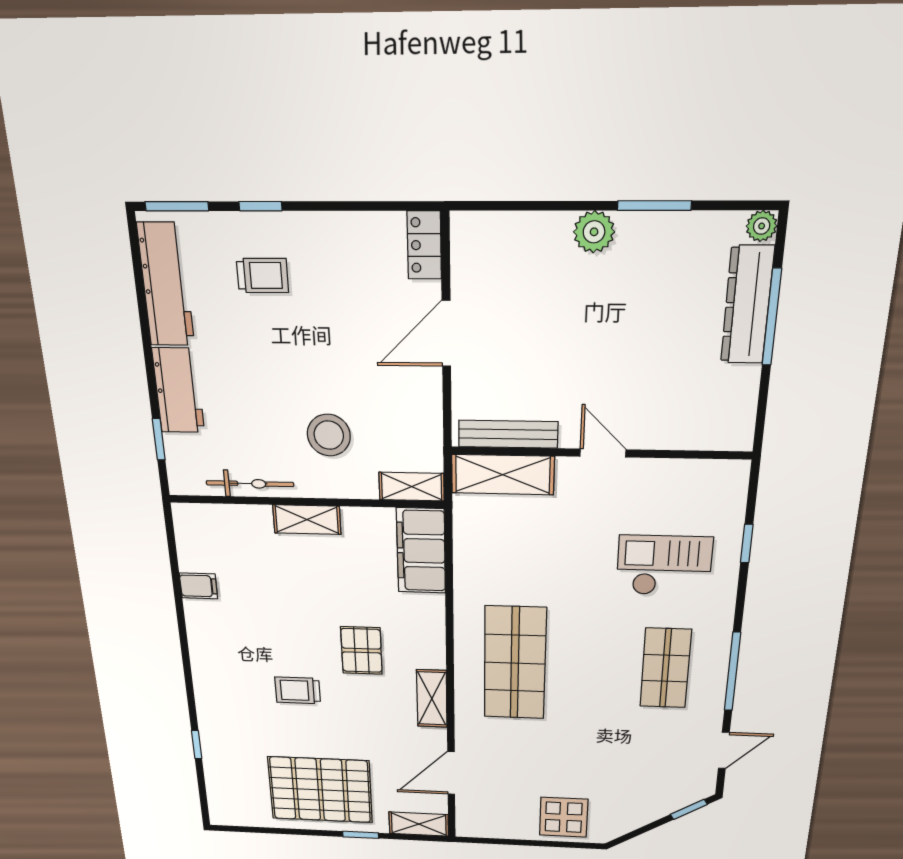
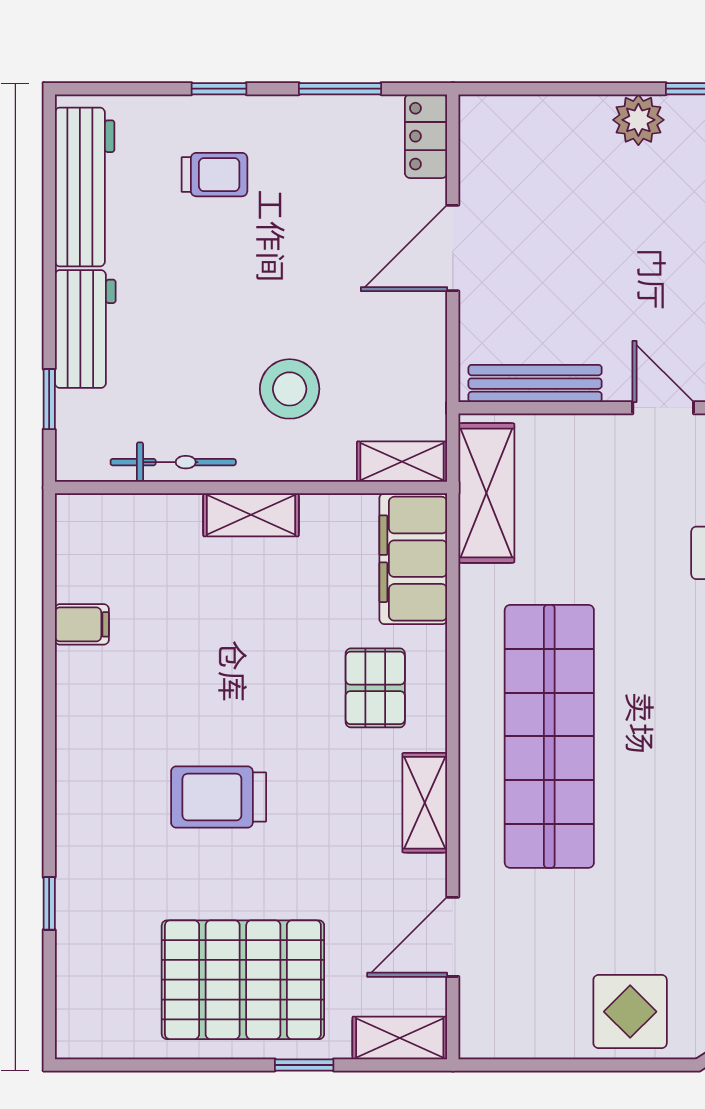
window: (177, 206) -> (340, 89), moved
shelving: (503, 475) -> (486, 493), moved, turned 90
pallet: (361, 650) -> (375, 688), moved
shop shelf: (515, 663) -> (549, 736), width x1.40
trolley: (298, 690) -> (219, 797), width x1.36, depth x1.39

